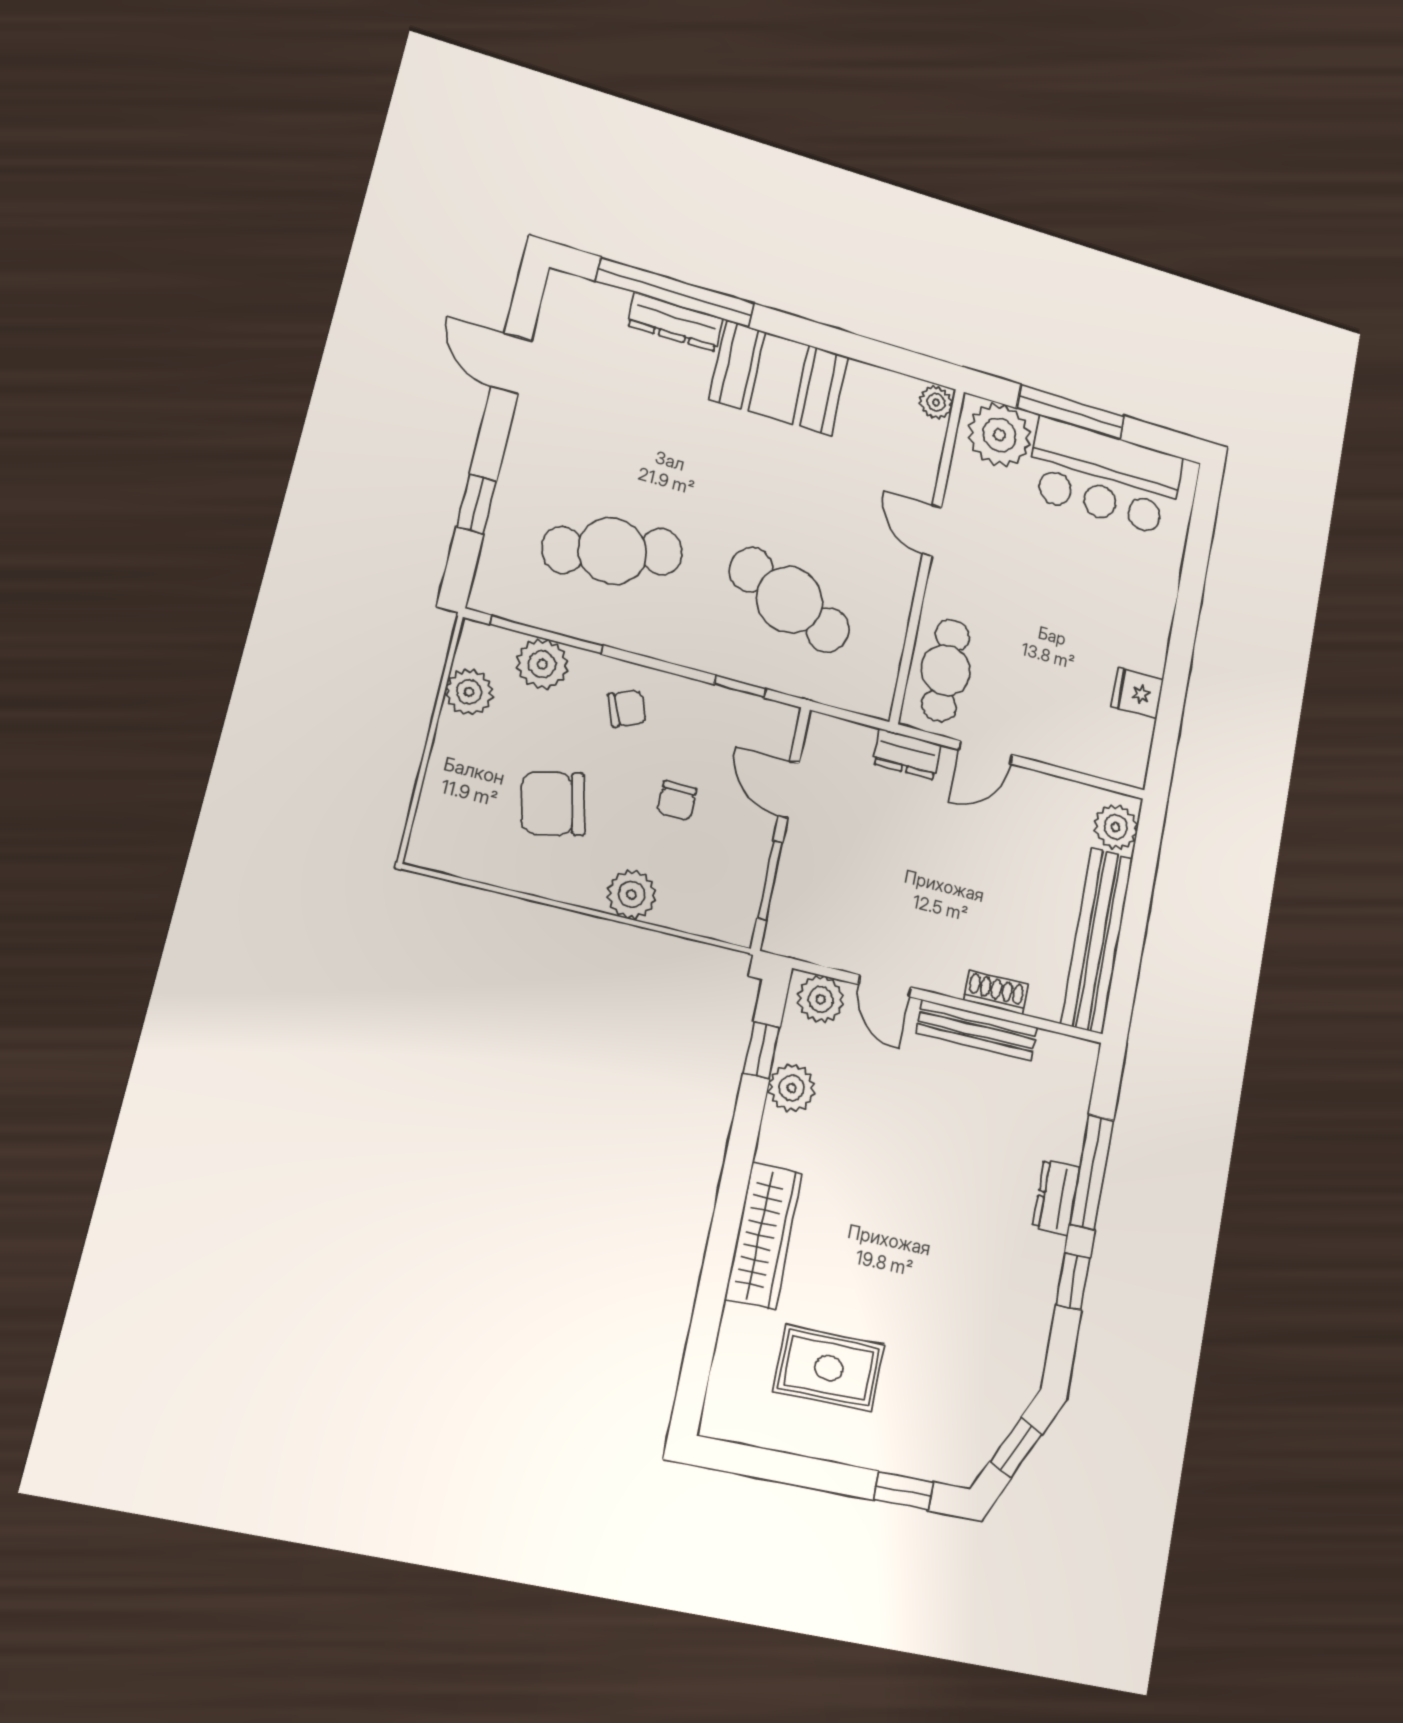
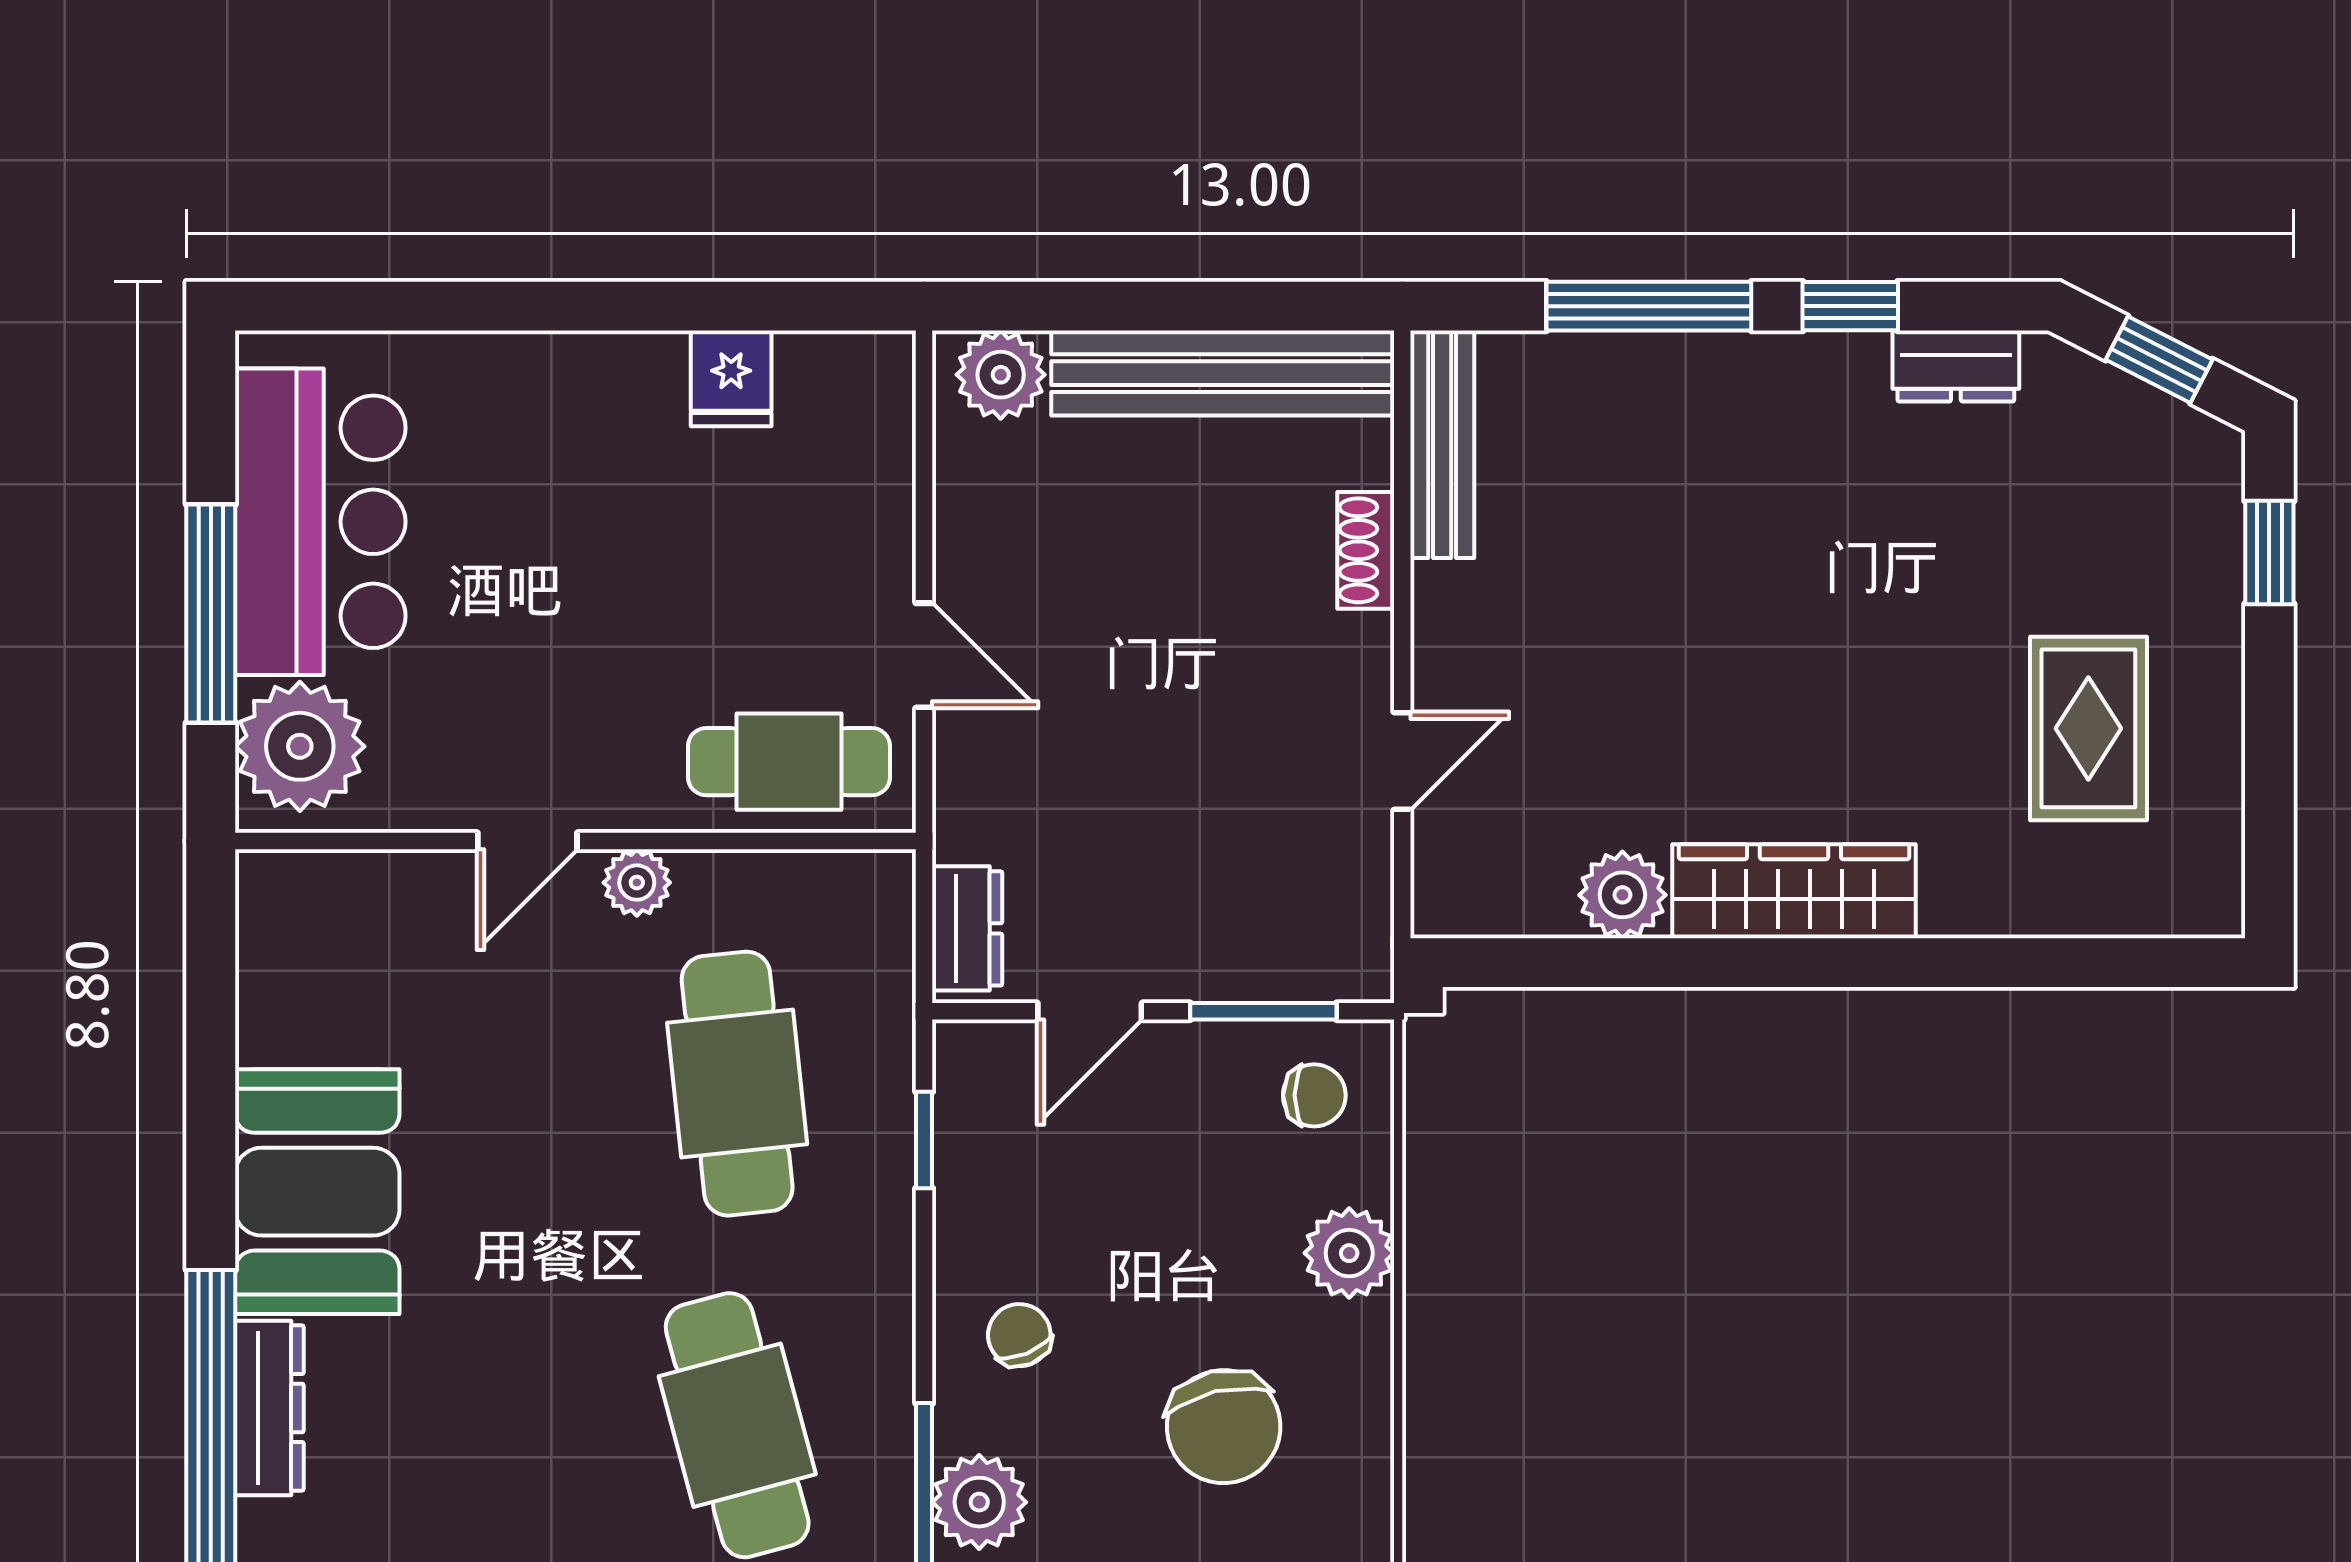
plant: (936, 402) -> (637, 883), moved
cafe table: (789, 600) -> (737, 1084), turned -30
dresser: (907, 754) -> (967, 928), moved
chair: (677, 801) -> (1314, 1095), moved
plant: (821, 999) -> (1454, 874), removed
bench: (977, 1030) -> (1442, 444), moved
window: (762, 1050) -> (1569, 963), removed
dresser: (1056, 1197) -> (1956, 366), moved
wardrobe: (764, 1236) -> (1794, 891), moved

